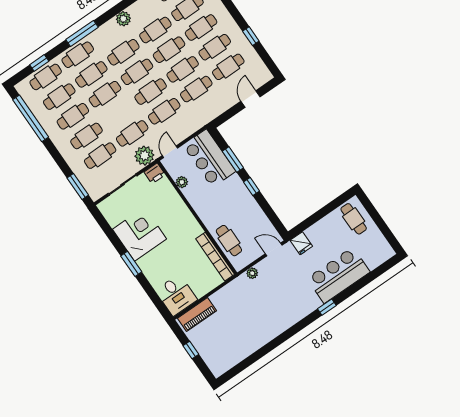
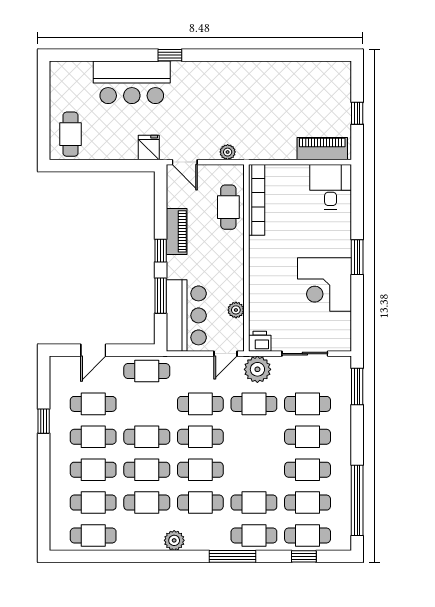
cafe table: (196, 89) -> (147, 371), moved
cafe table: (105, 94) -> (254, 470), removed
piano: (250, 205) -> (177, 231), added

